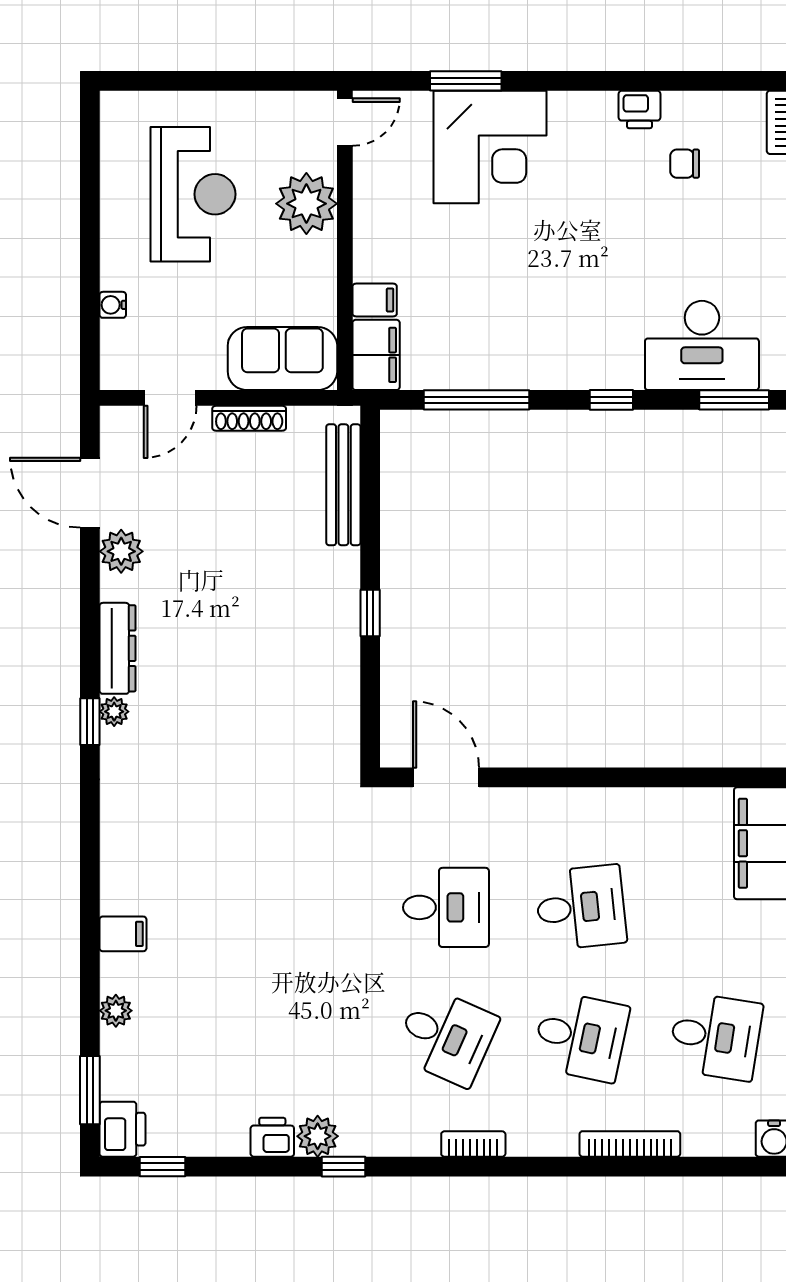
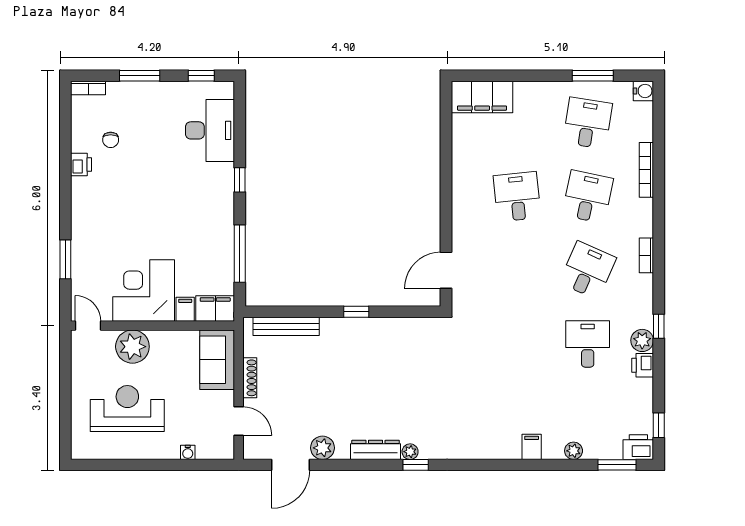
corner desk: (490, 147) -> (144, 291), moved, turned -90
window: (734, 400) -> (240, 113), removed
desk: (446, 907) -> (588, 344), moved

